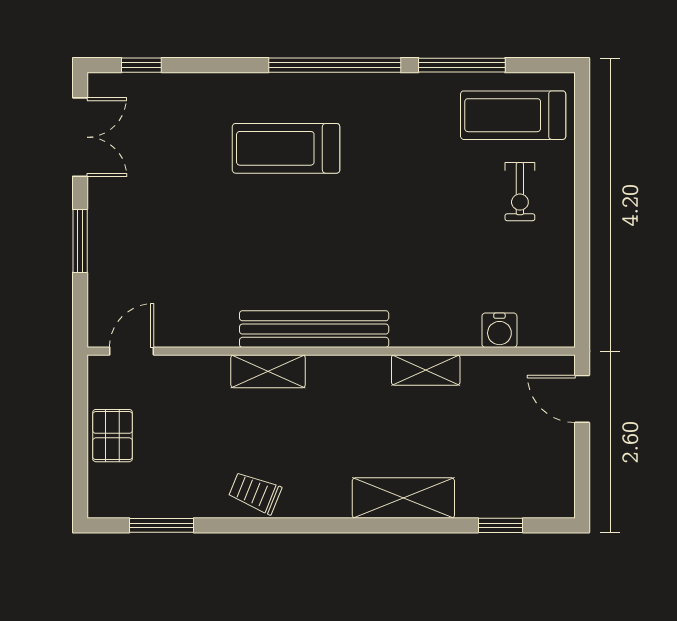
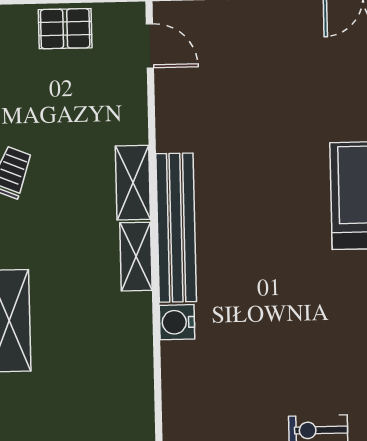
water cooler: (499, 330) -> (177, 322), moved
shelving: (426, 370) -> (136, 257), moved

